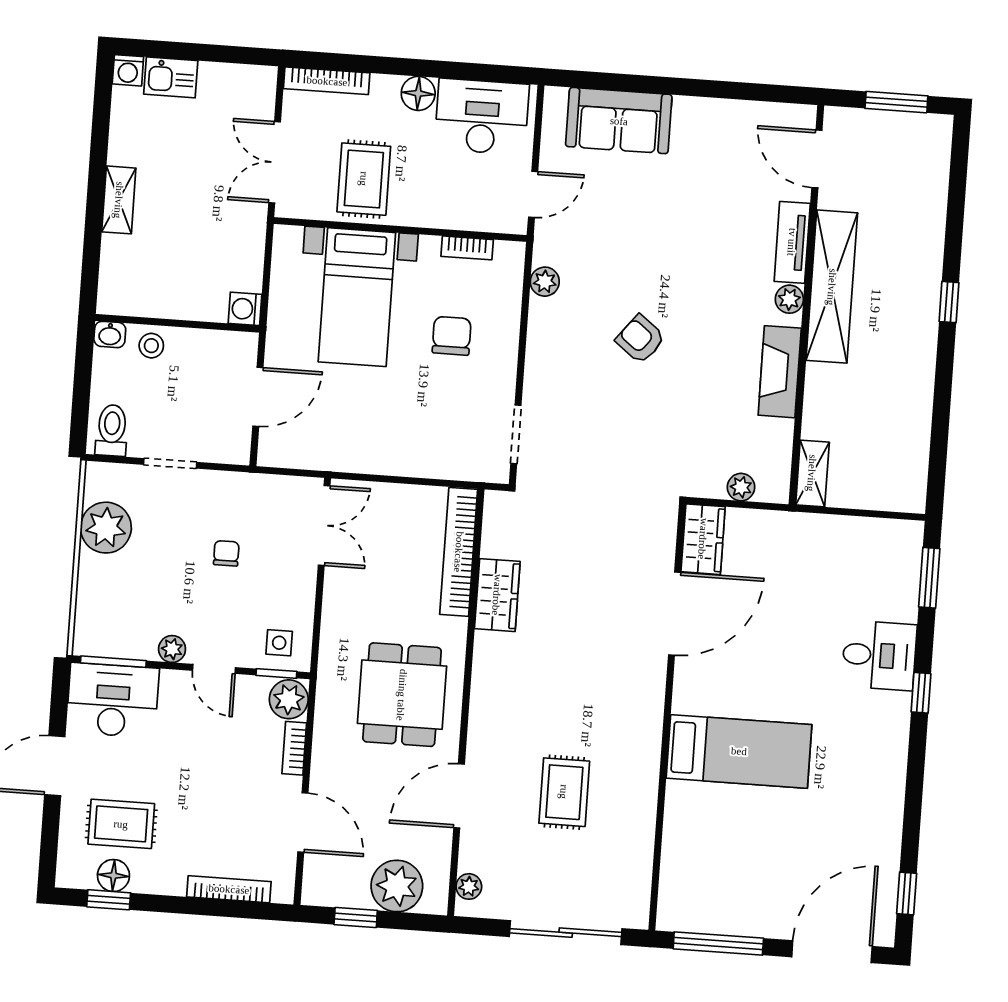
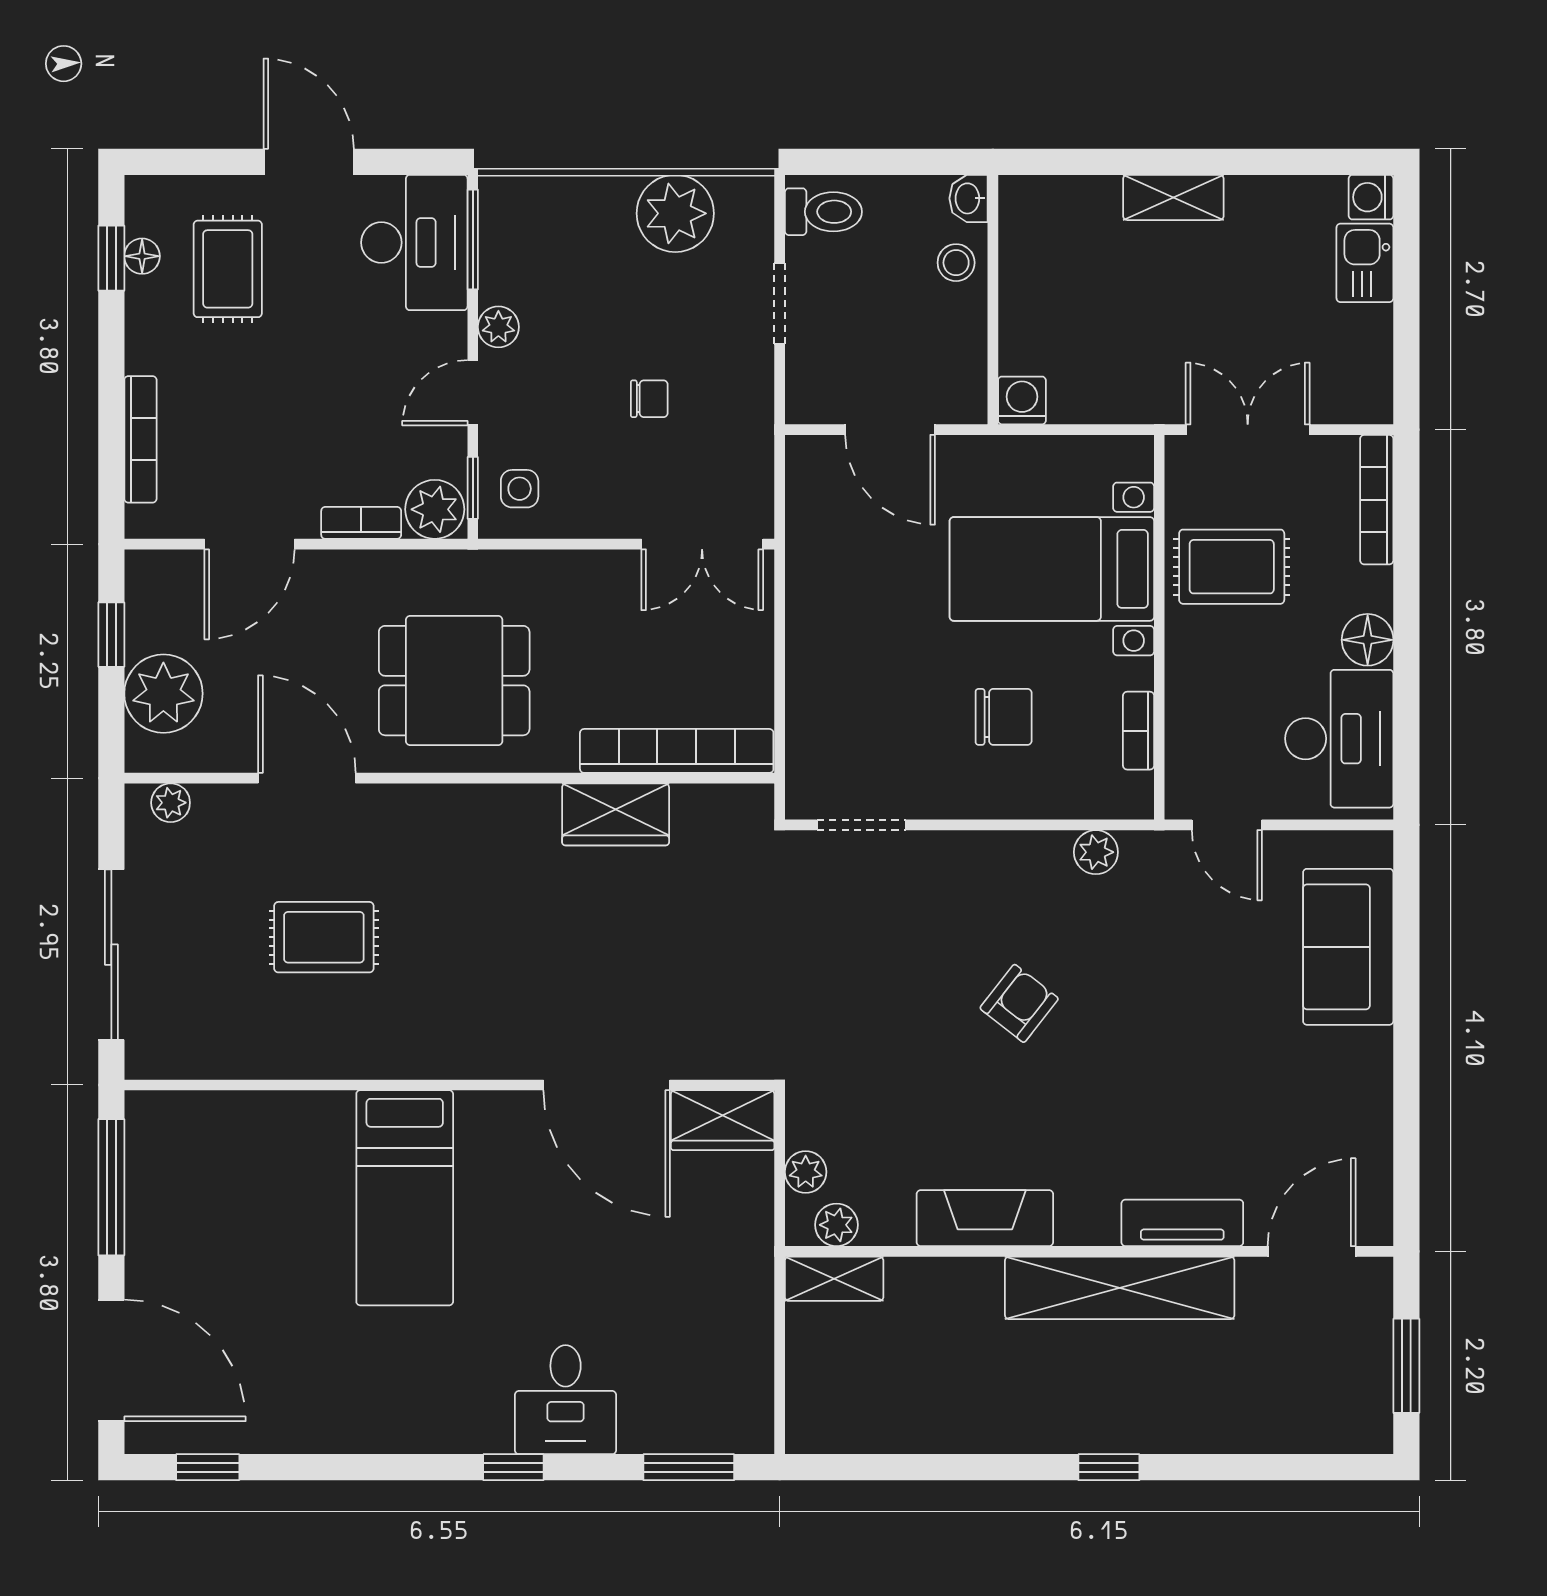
plant: (789, 299) -> (836, 1225), moved
floor lamp: (113, 875) -> (142, 256), width x0.73, depth x0.73

